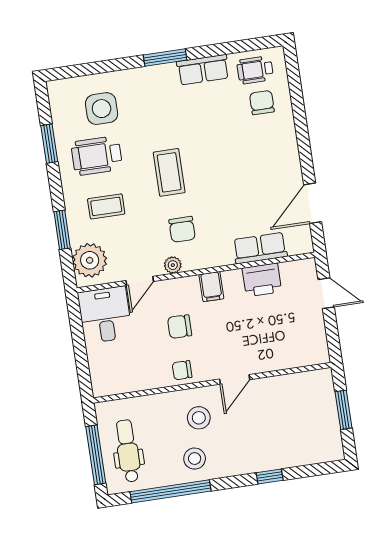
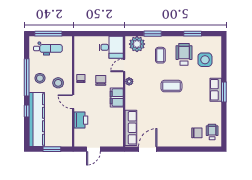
row of seats: (203, 70) -> (216, 90), moved
door: (313, 203) -> (148, 149), hinge flipped
chair: (182, 229) -> (145, 88), removed
row of seats: (260, 248) -> (131, 128), width x1.48
printer: (262, 280) -> (81, 120), moved, turned 180
door: (140, 281) -> (124, 65), hinge flipped
filing cabinet: (211, 287) -> (117, 97), width x2.00
door: (326, 293) -> (93, 149), moved
kitchen counter: (285, 452) -> (37, 119), added
window: (170, 491) -> (27, 77), moved

